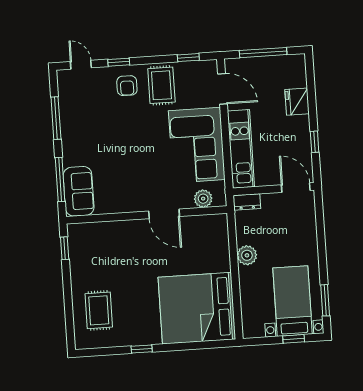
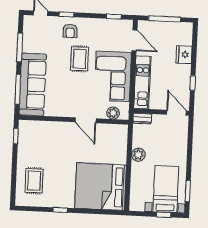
rug: (161, 85) -> (80, 59), moved
sofa: (79, 191) -> (33, 85), width x1.85, depth x1.27

